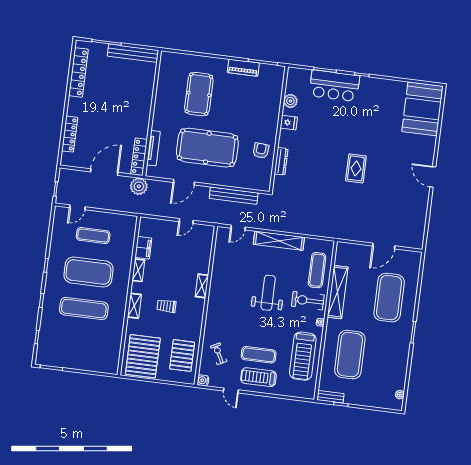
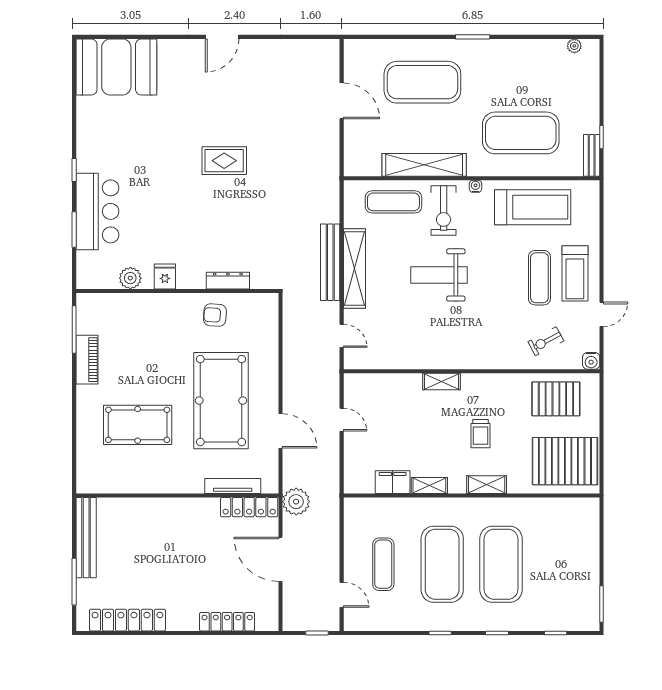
bench: (234, 196) -> (330, 262), moved
exercise mat: (84, 309) -> (501, 564), width x1.47

